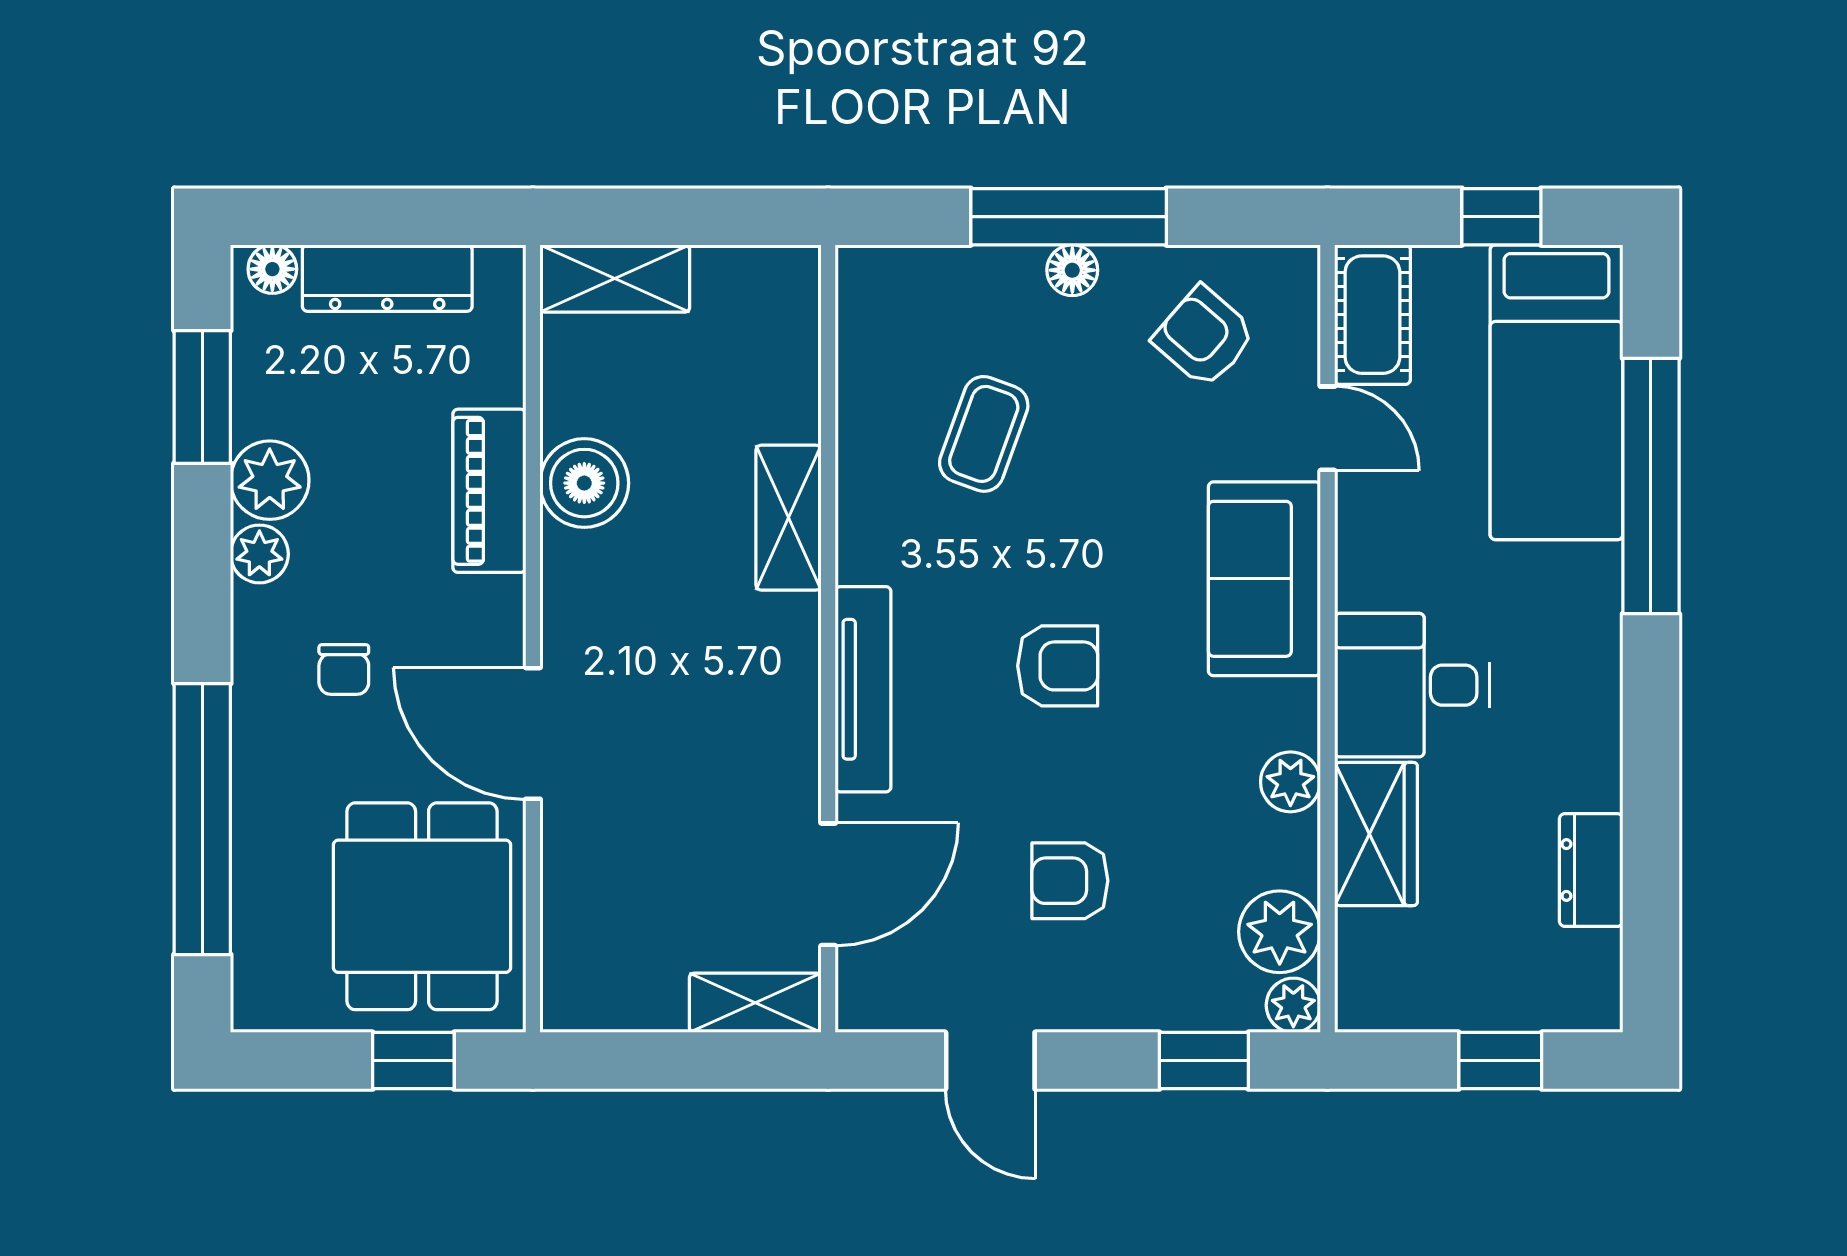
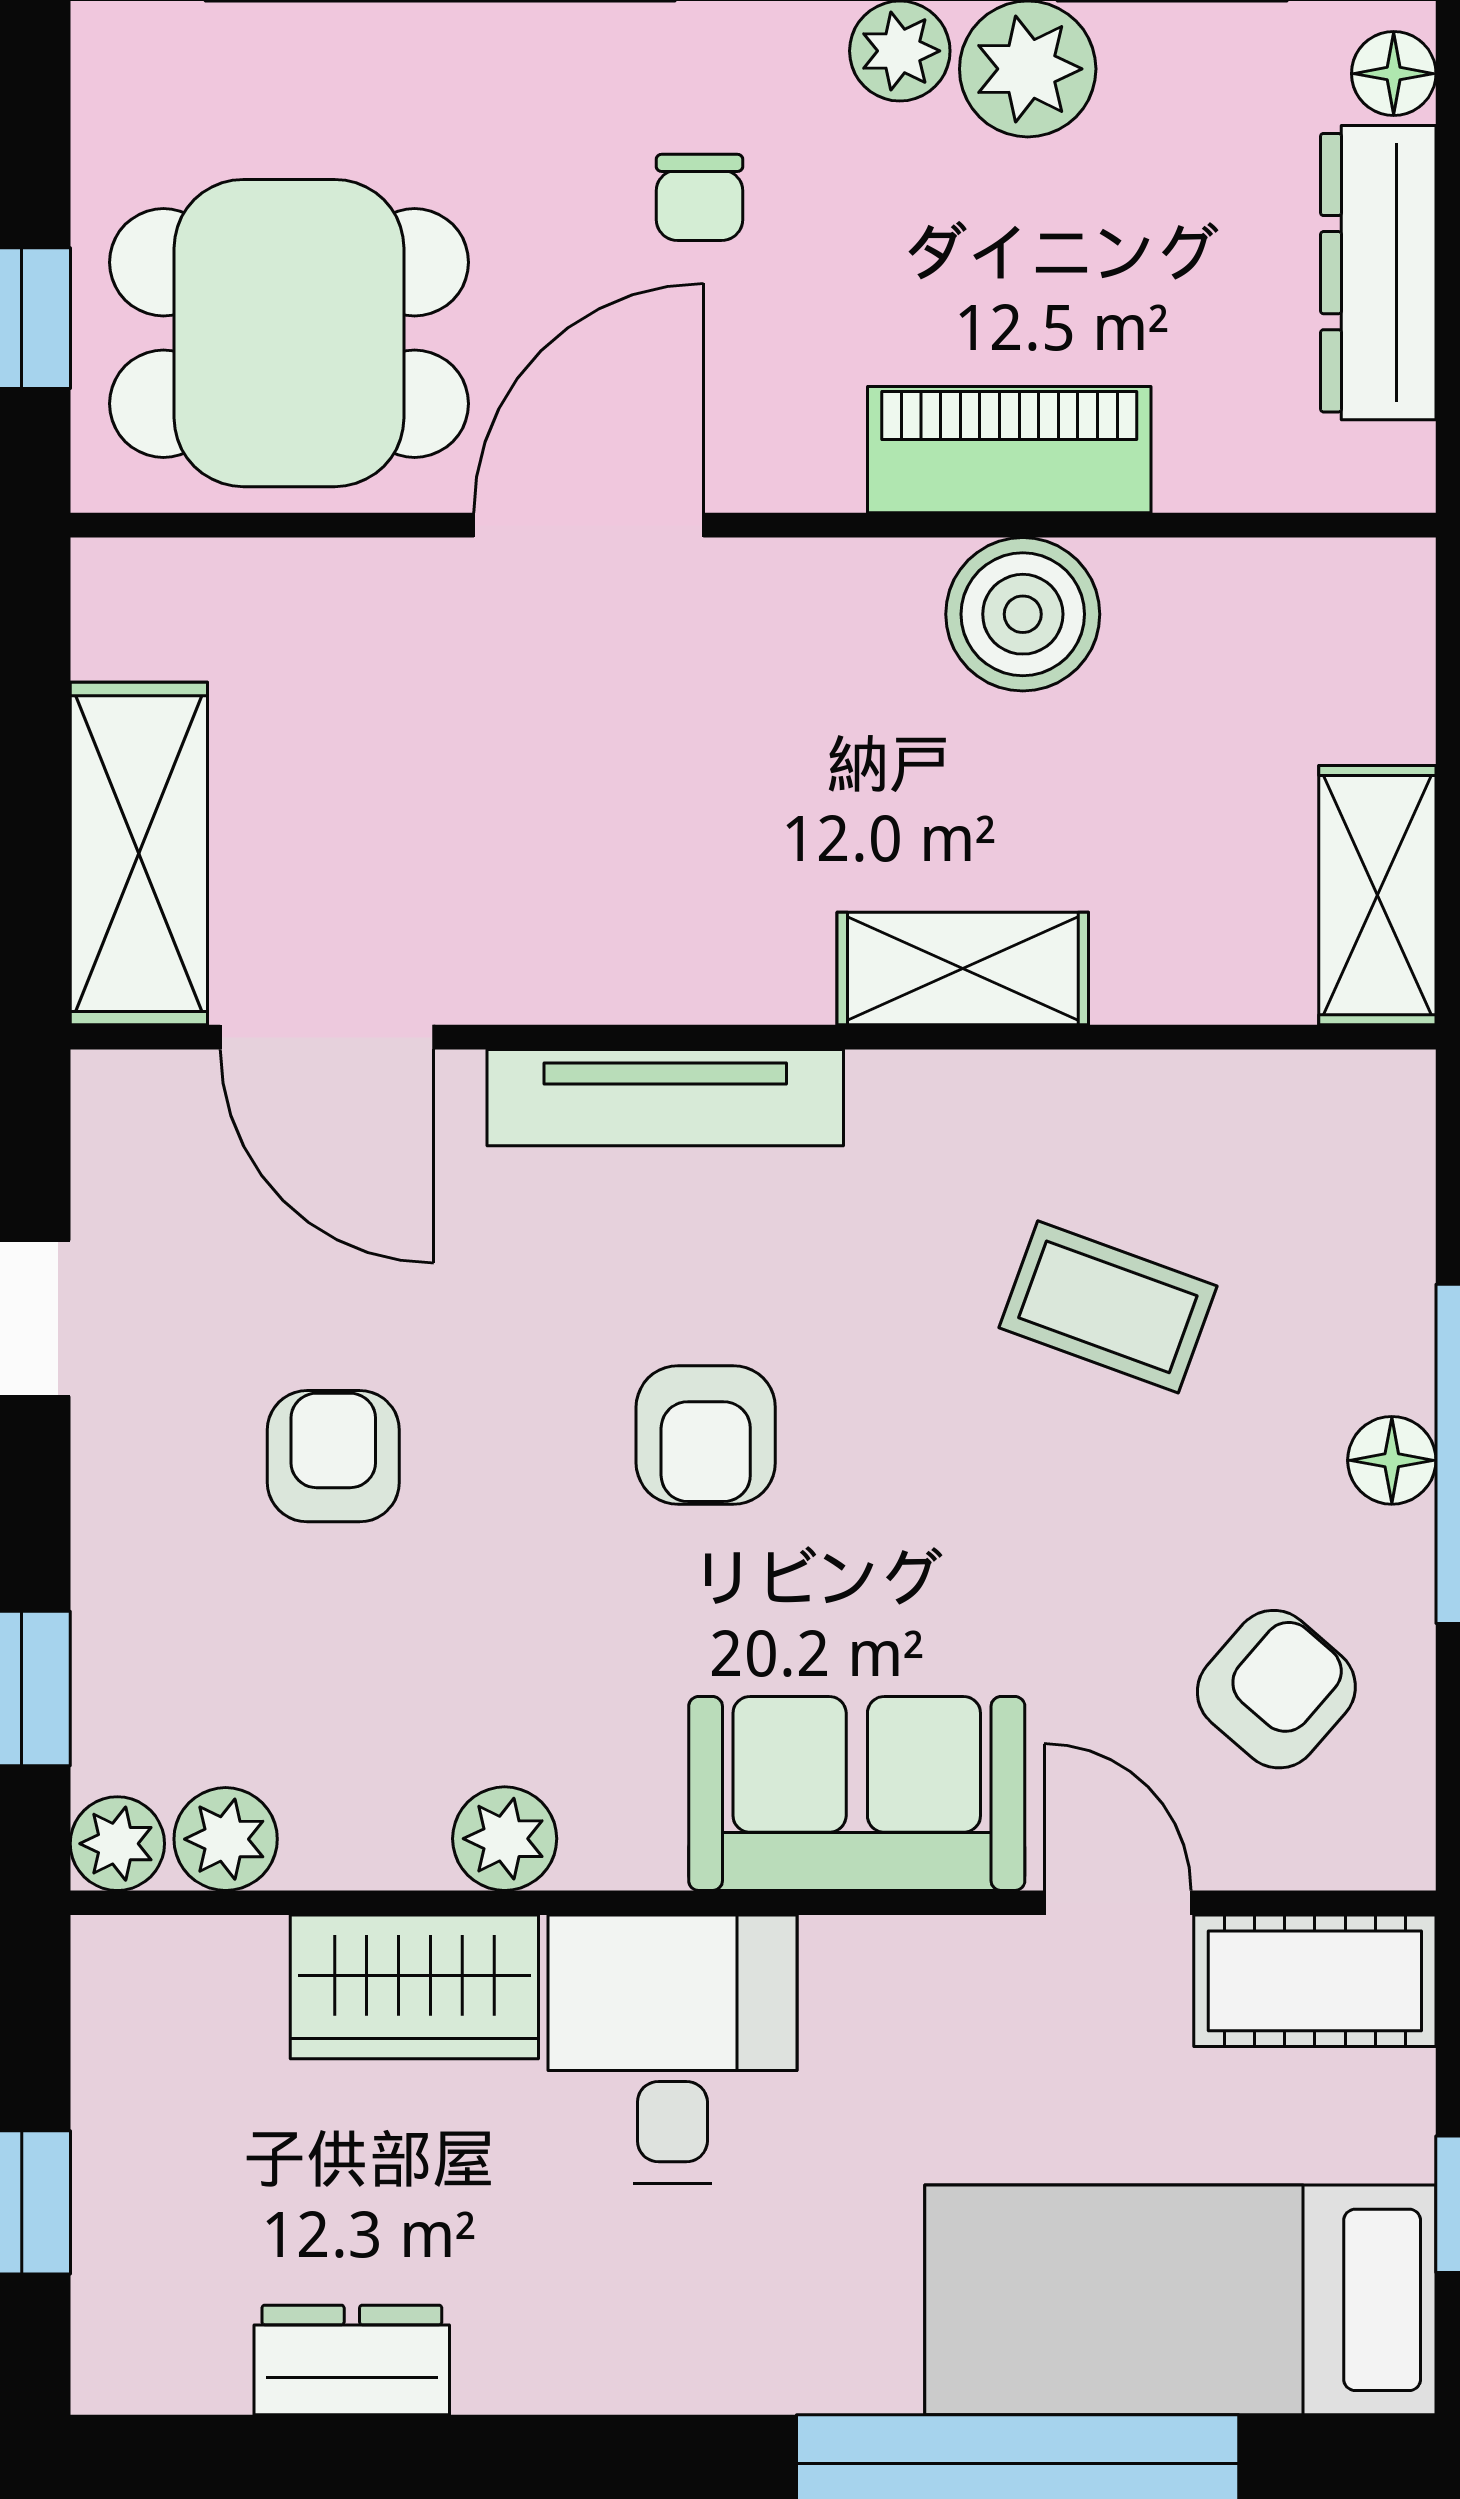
shelving: (615, 279) -> (1377, 895), moved
door: (1327, 428) -> (1118, 1903), swing flipped
chair: (344, 670) -> (699, 197), turned -90
plant: (1280, 932) -> (226, 1839), width x0.73, depth x0.73
shelving: (755, 1003) -> (139, 854), width x1.50, depth x1.33

